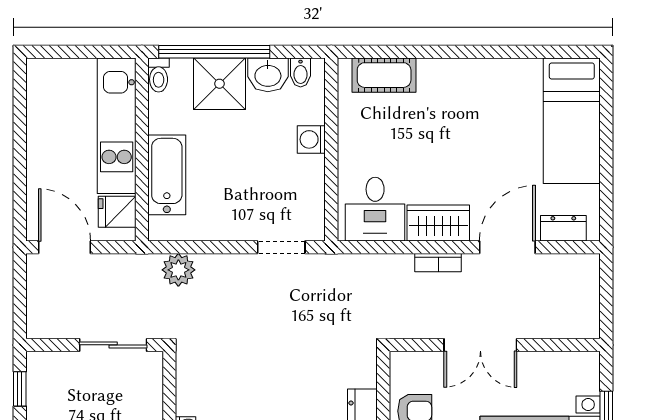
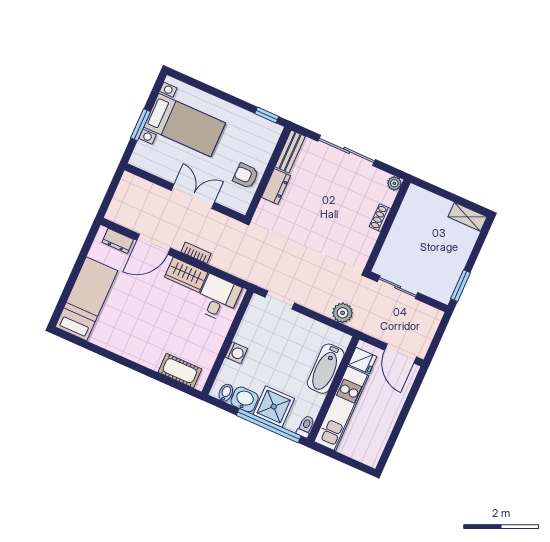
window: (20, 389) -> (461, 286), width x1.50

